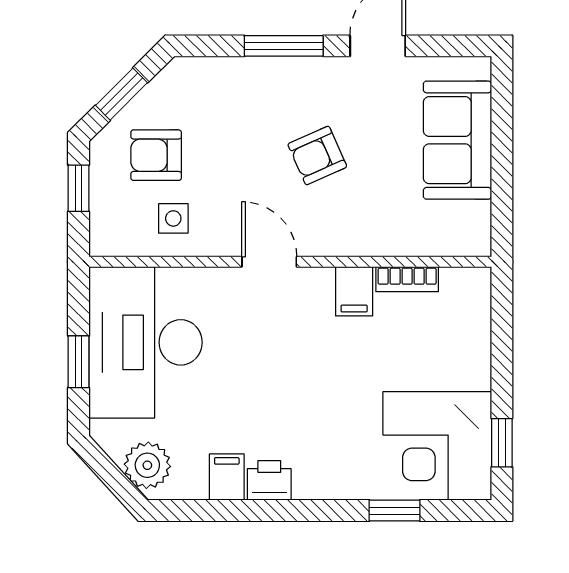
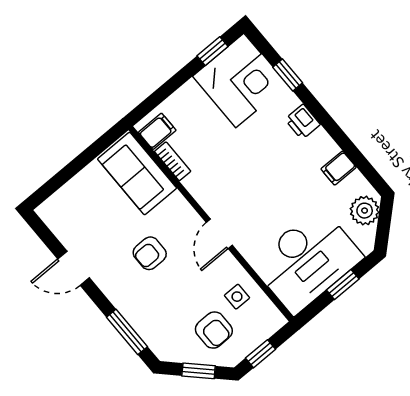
window: (284, 46) -> (127, 332), moved
sofa: (457, 140) -> (137, 174), moved, turned 90
armchair: (317, 155) -> (150, 253), turned 114
filing cabinet: (354, 291) -> (157, 131), moved
printer: (269, 480) -> (302, 122), moved

